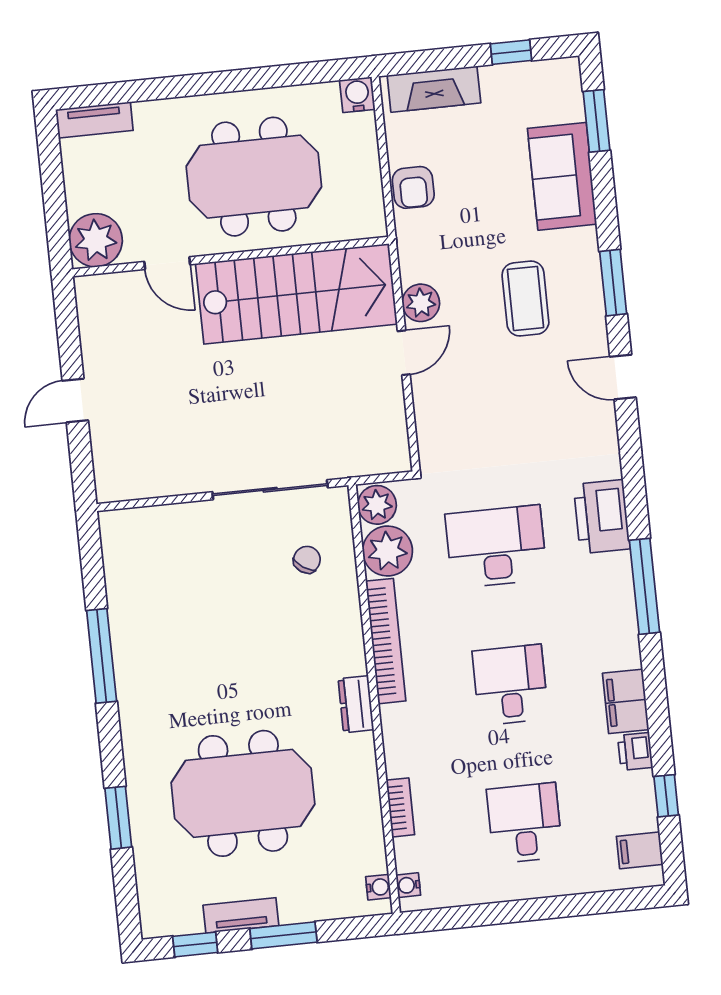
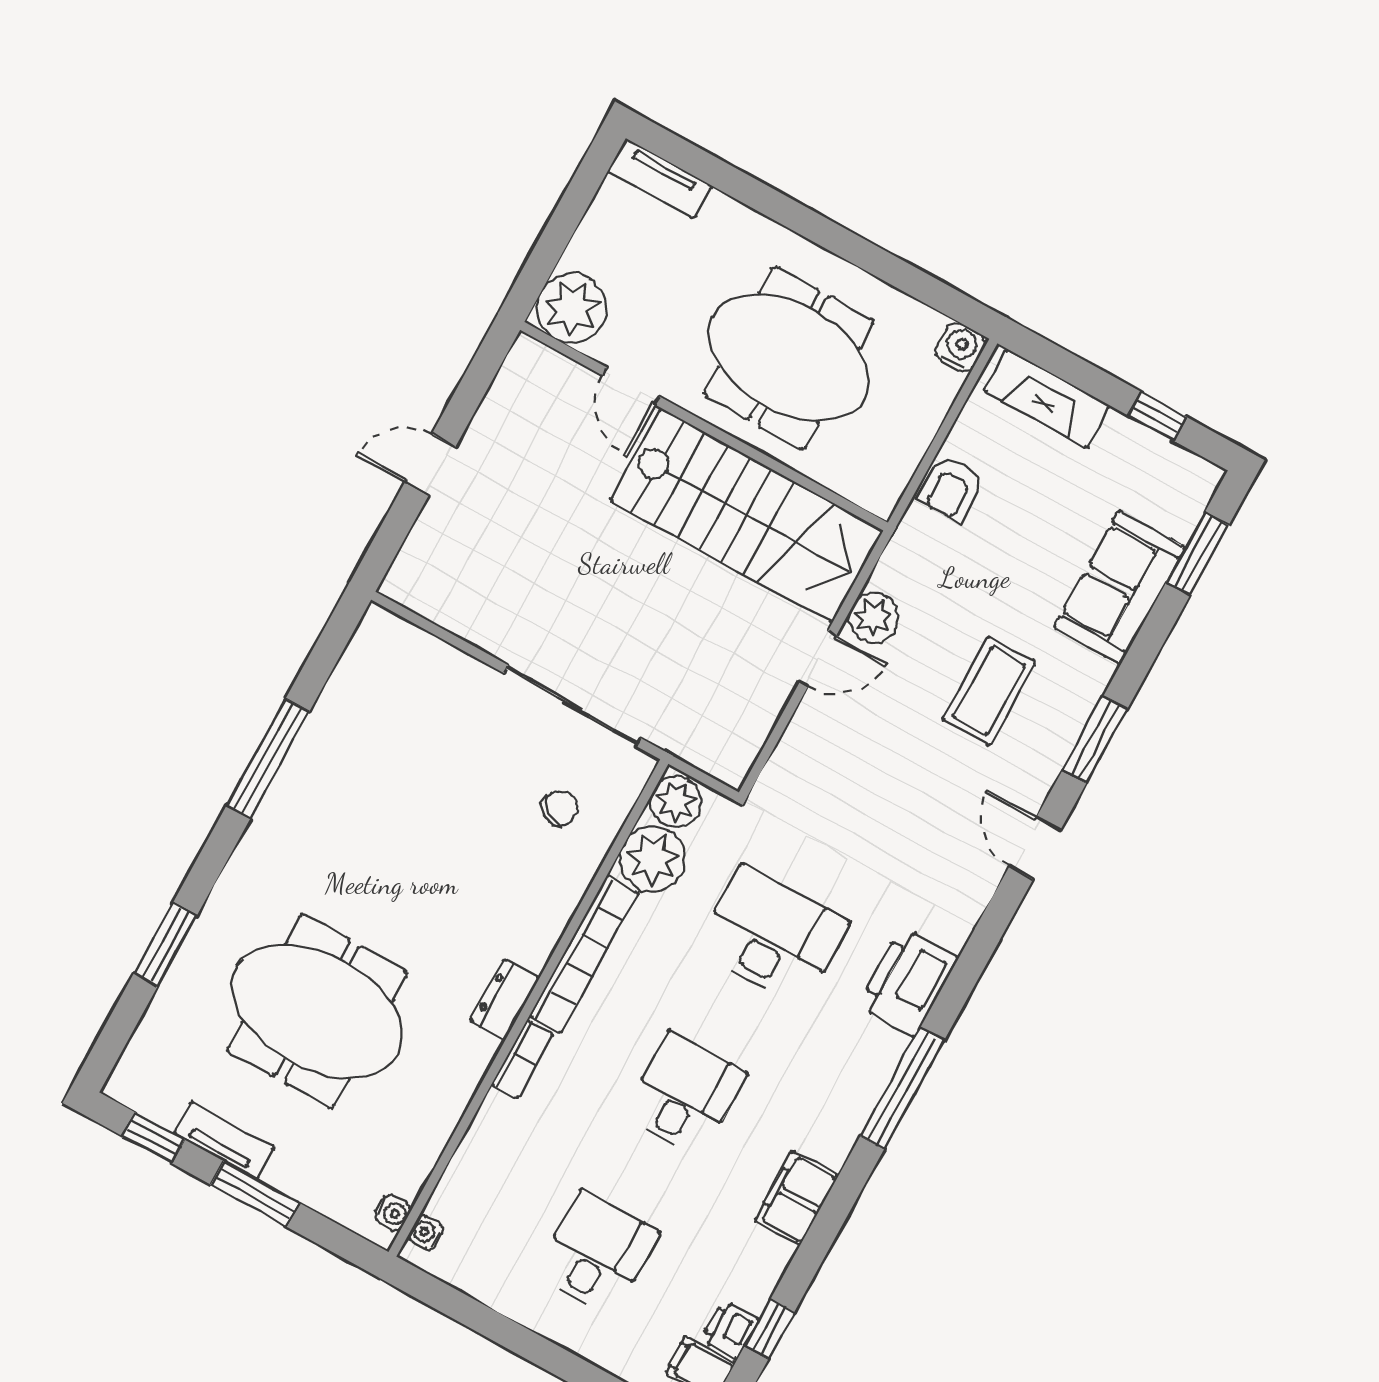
printer: (635, 751) -> (730, 1330), moved
bookcase: (400, 807) -> (522, 1059), moved

